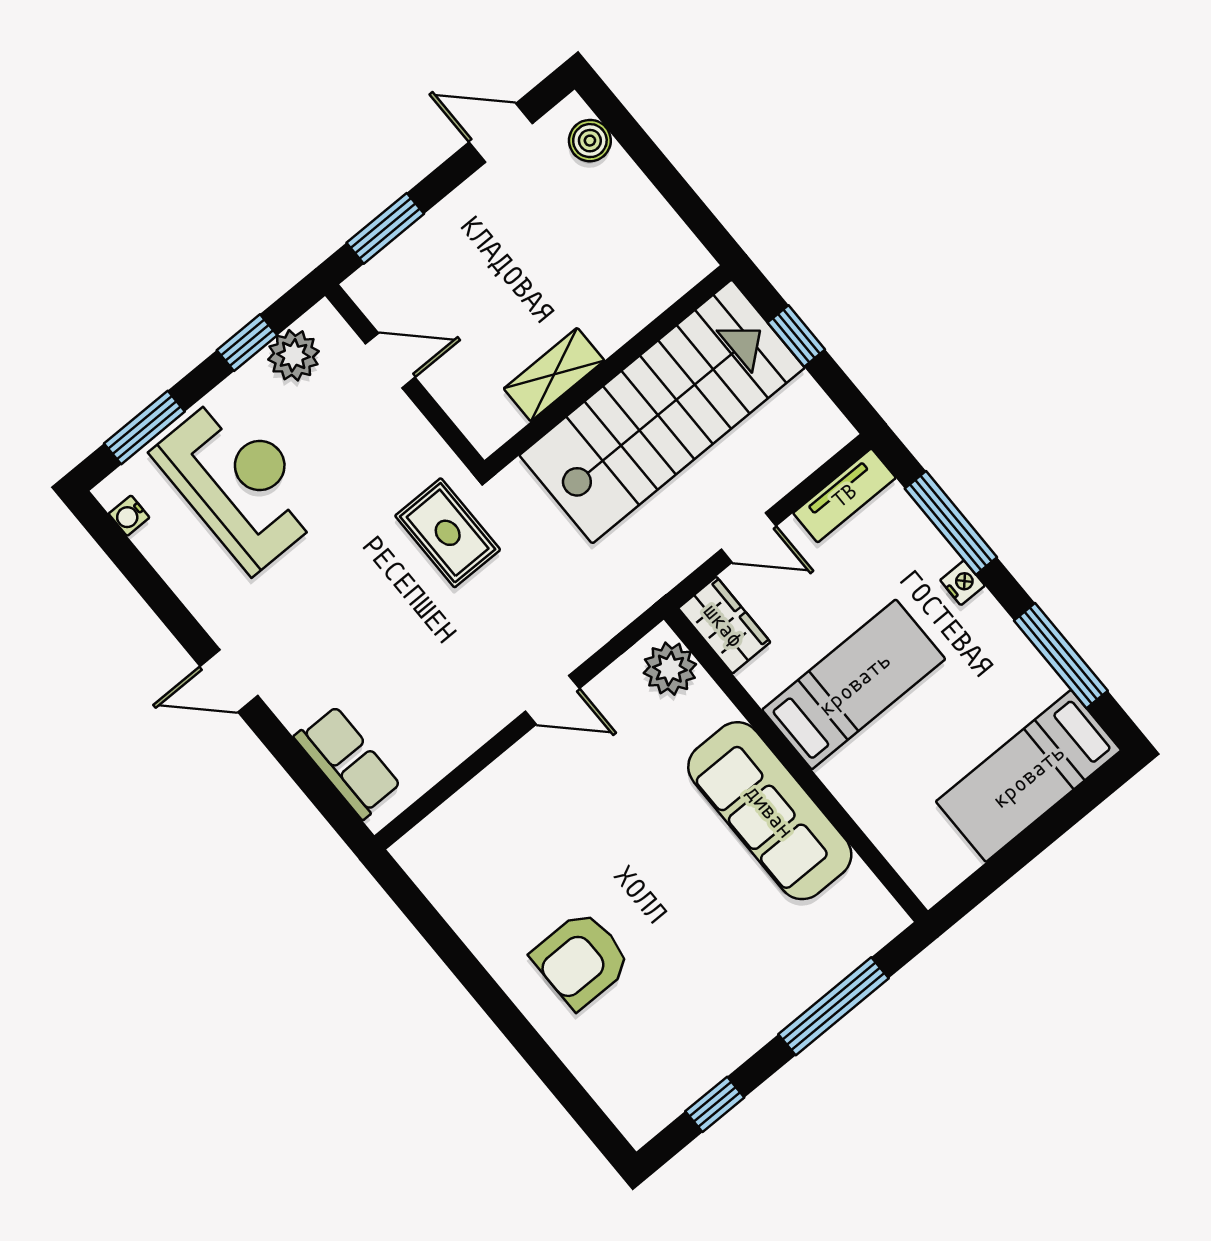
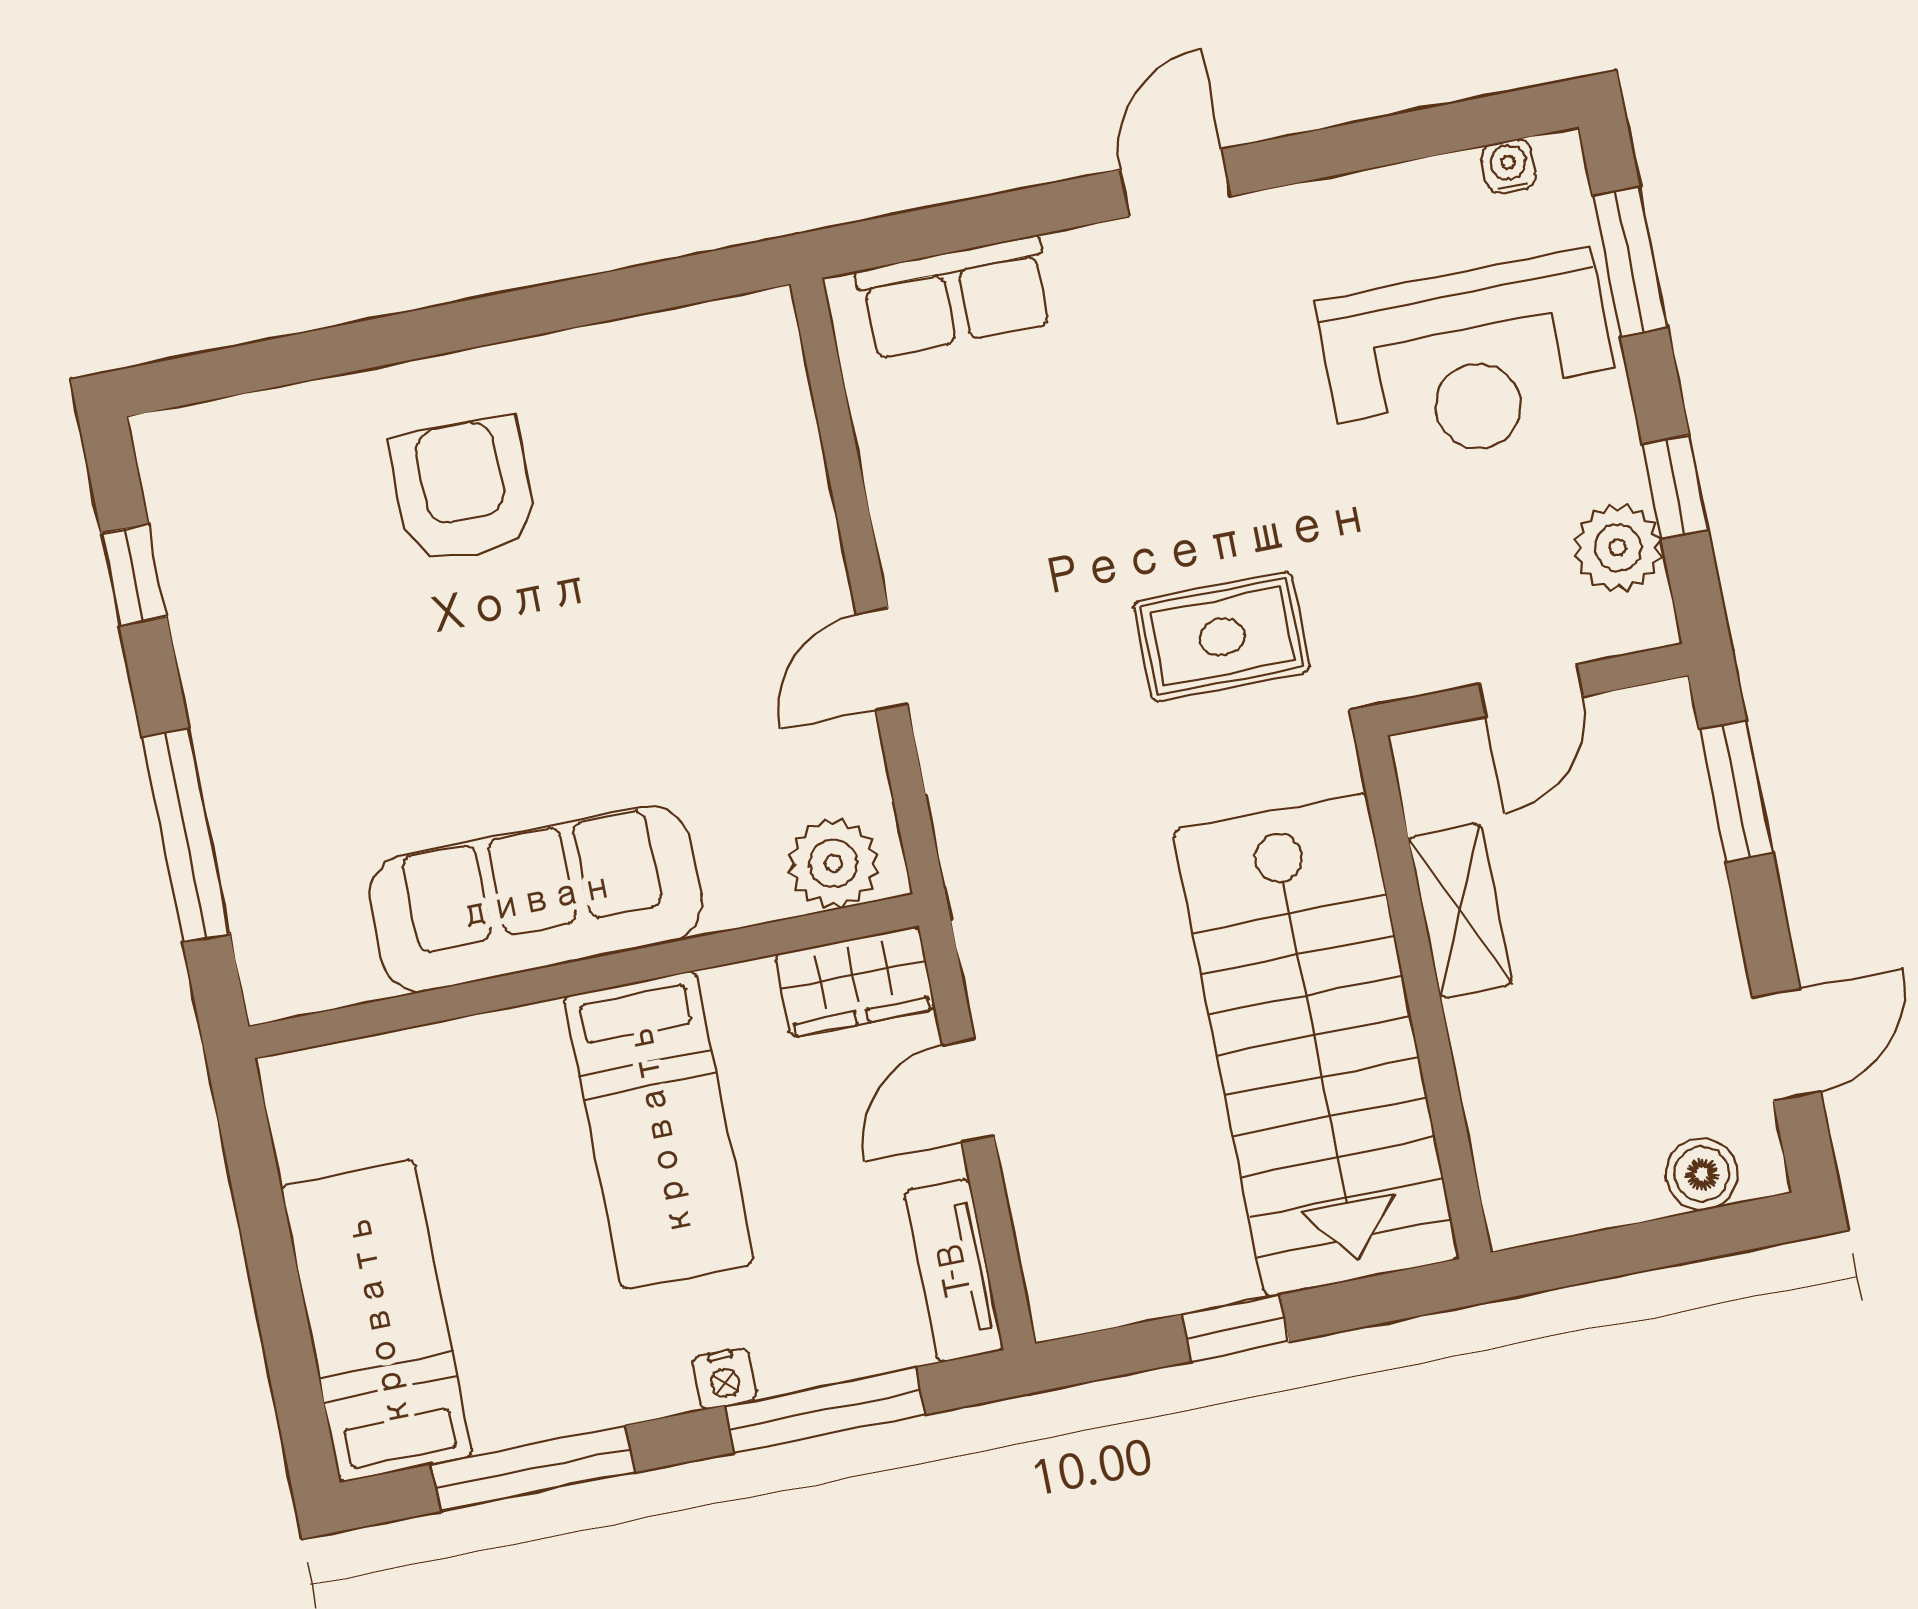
wall: (608, 370) -> (1424, 997), moved
shelving: (554, 375) -> (1460, 911), moved
stairs: (662, 411) -> (1316, 1045), moved

